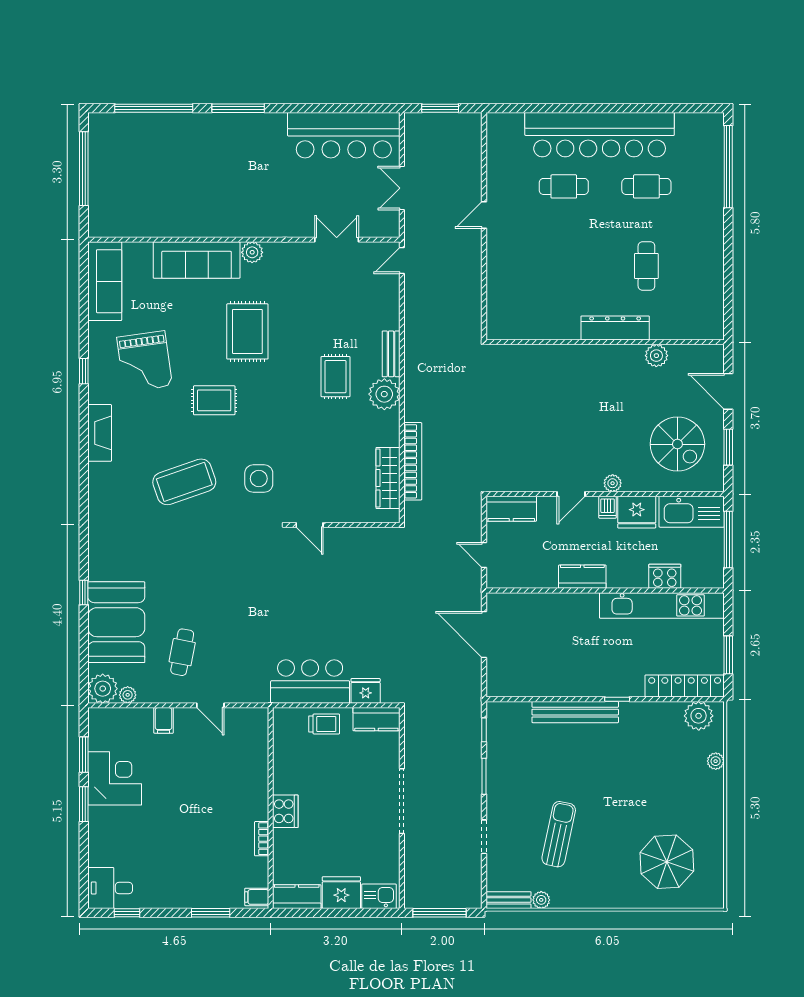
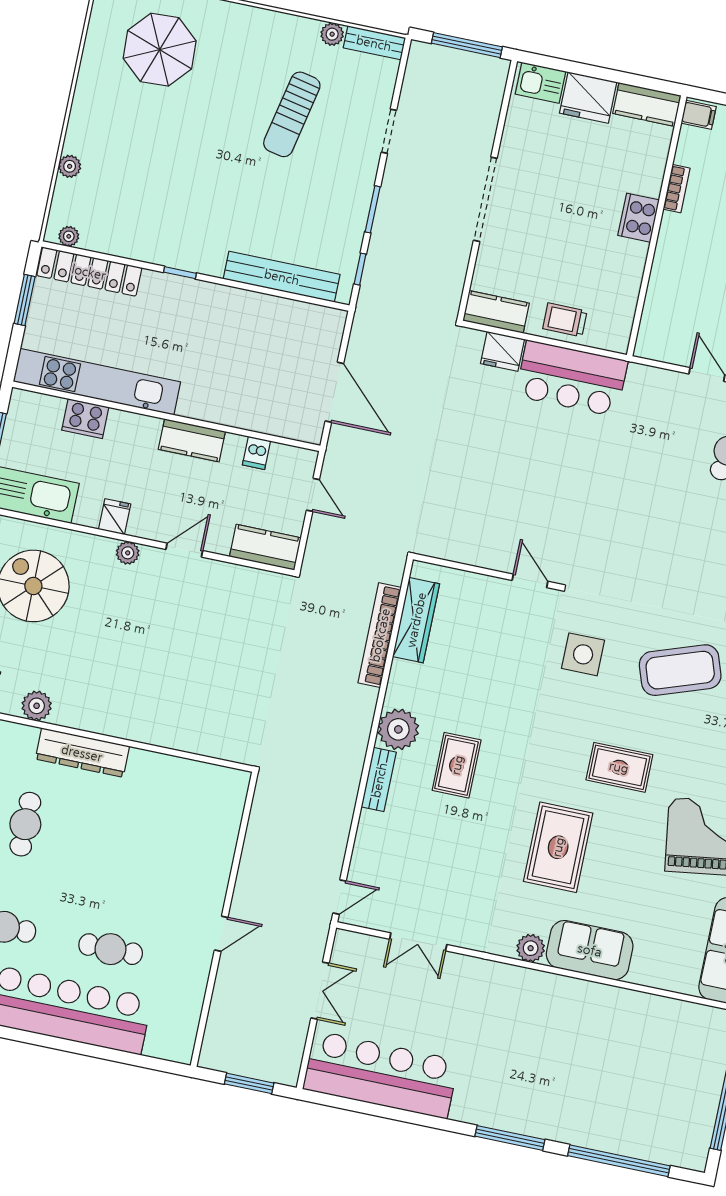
sofa: (197, 260) -> (590, 950), width x0.73
dishwasher: (608, 507) -> (256, 453), moved, turned 180
fridge: (637, 512) -> (115, 517), width x0.53, depth x0.75
bench: (575, 712) -> (282, 277), moved
plant: (699, 716) -> (69, 236), width x0.53, depth x0.53

